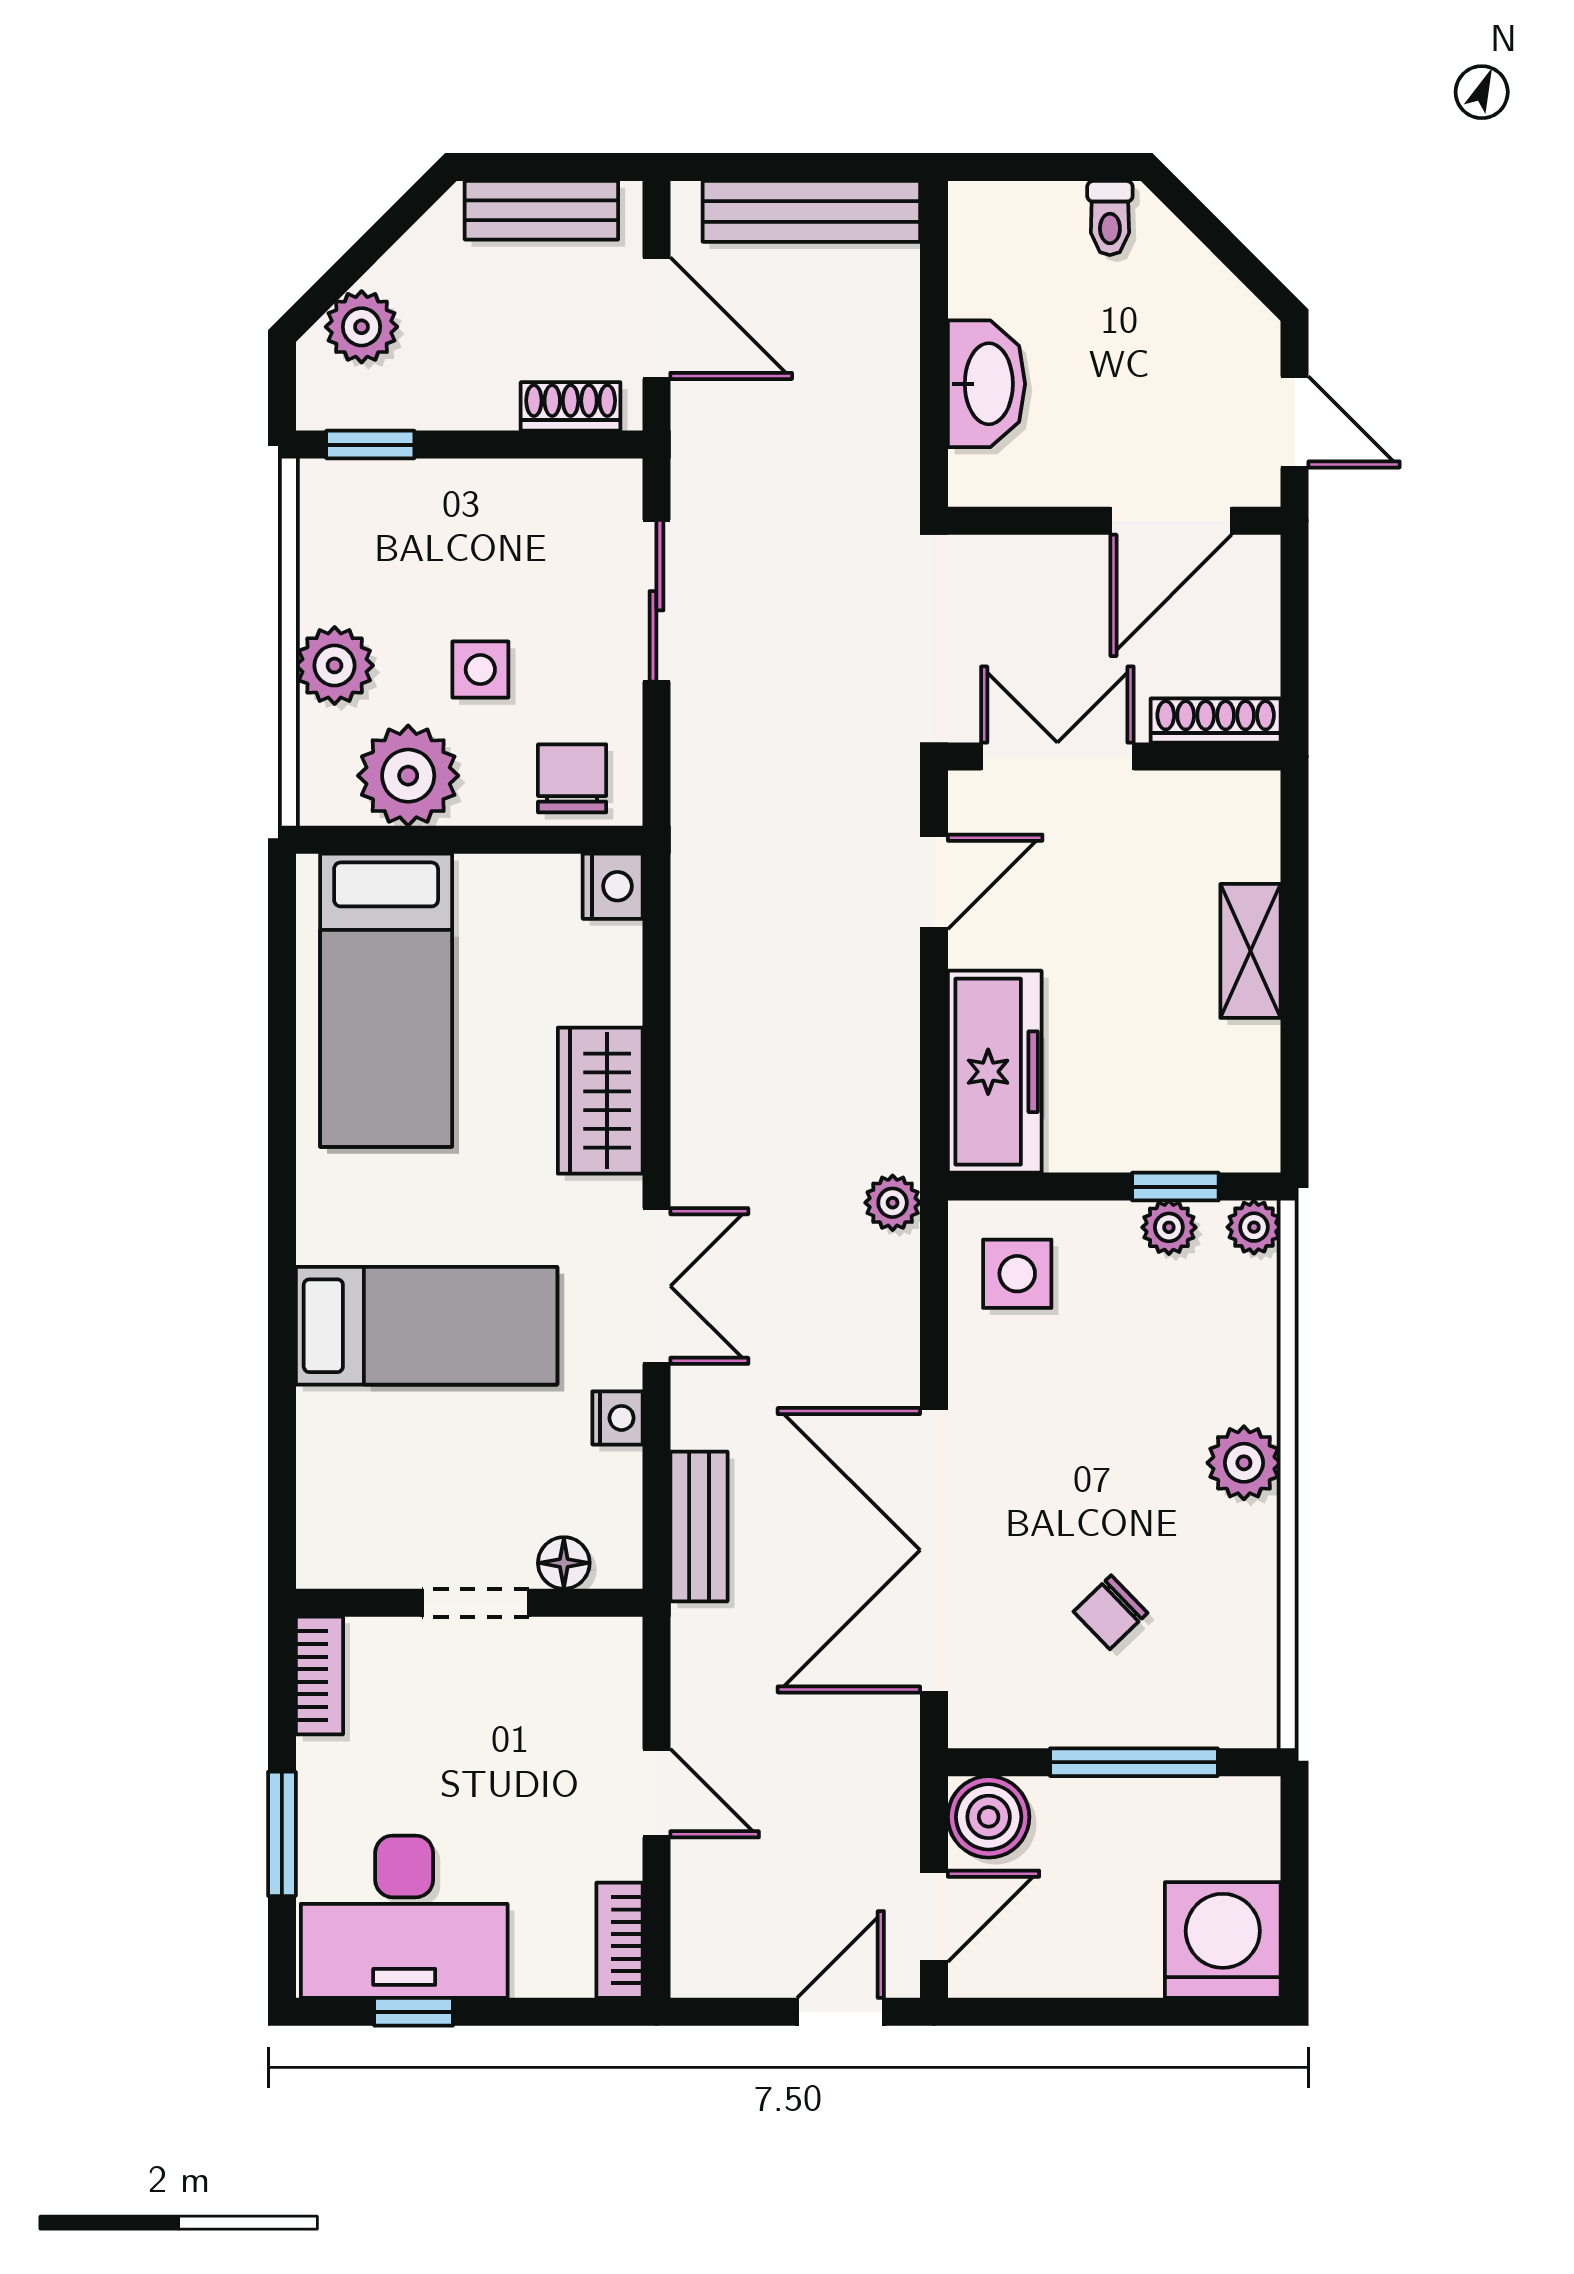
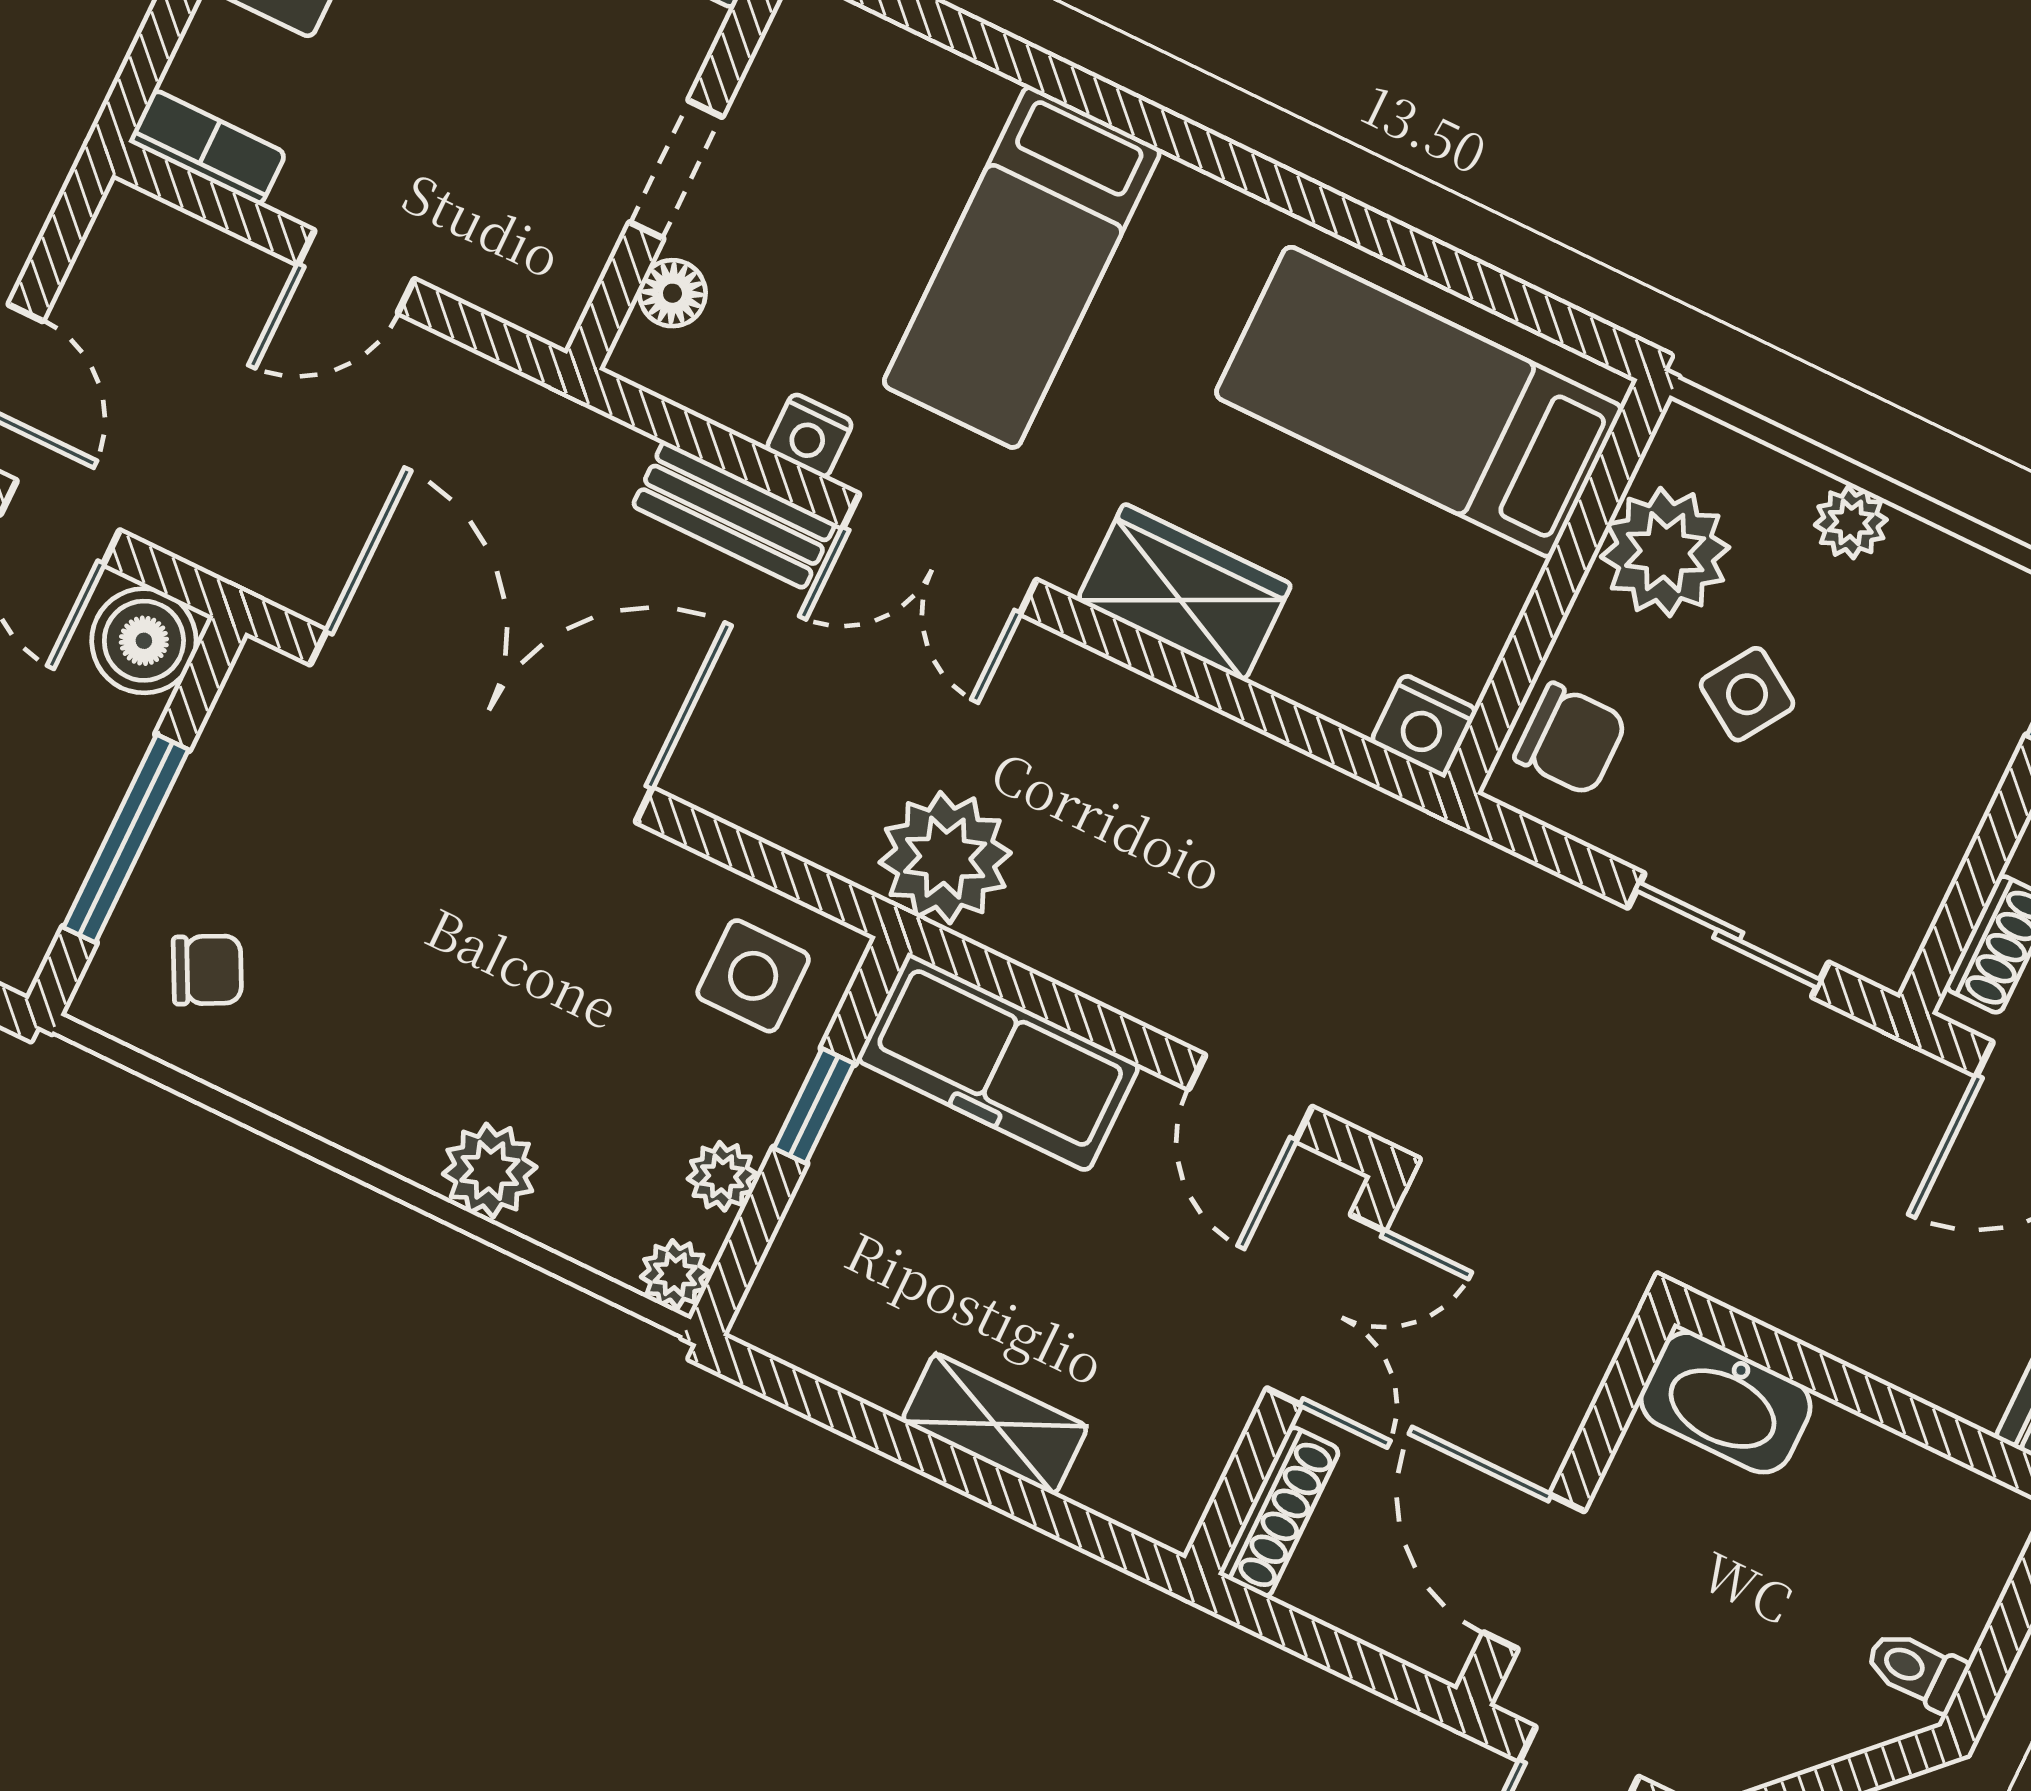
washbasin: (987, 384) -> (1726, 1402), moved
plant: (335, 665) -> (1851, 522), width x0.73, depth x0.73
side table: (480, 670) -> (1747, 694), turned 33
window: (1175, 1187) -> (814, 1106), moved
plant: (893, 1203) -> (945, 858), width x1.87, depth x1.87
plant: (1244, 1463) -> (490, 1170), moved
bench: (699, 1526) -> (734, 515), moved
chair: (1111, 1612) -> (207, 970), moved, turned 107

